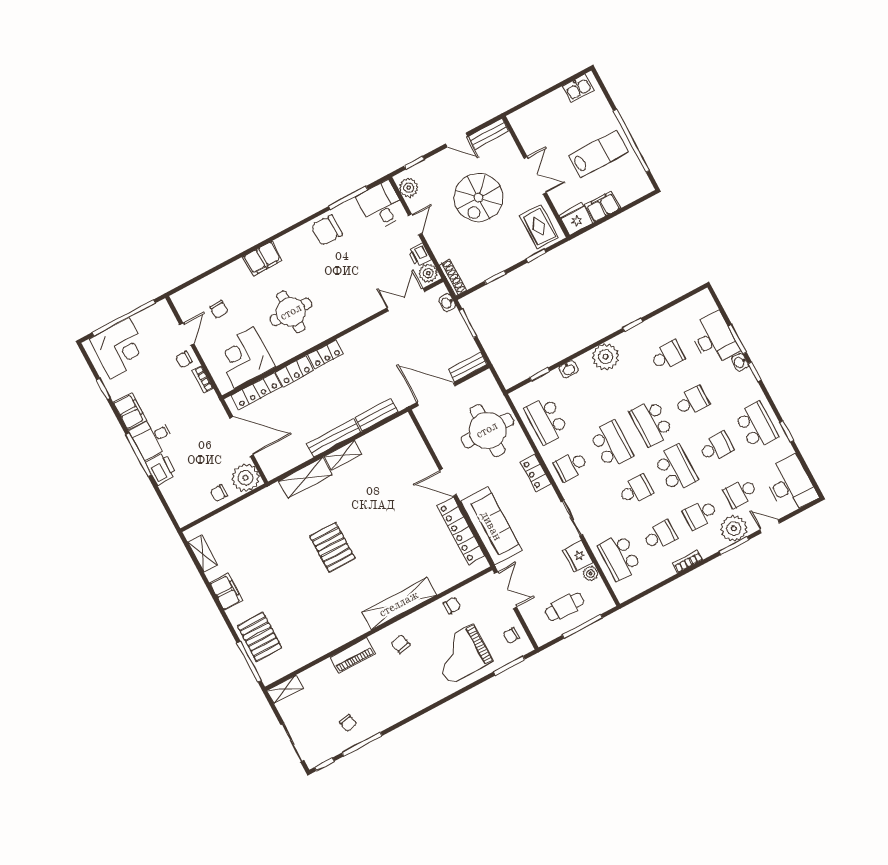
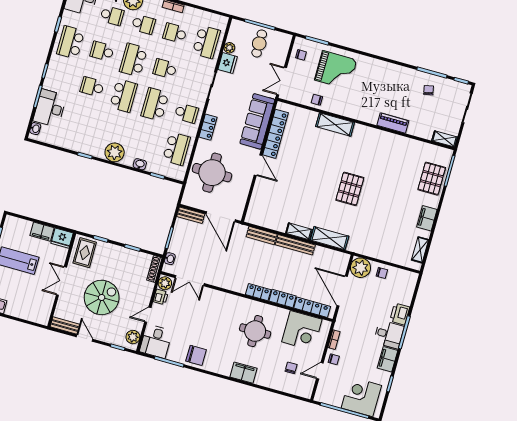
school desk: (667, 356) -> (82, 122), removed
washbasin: (740, 362) -> (35, 129), moved
shelving: (399, 604) -> (335, 124), width x0.68
cafe table: (565, 607) -> (259, 43), turned 90
chair: (400, 644) -> (362, 105), removed

